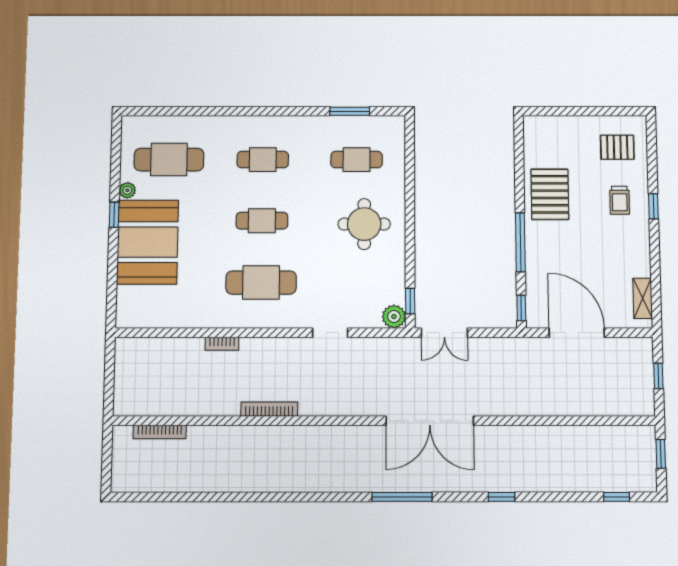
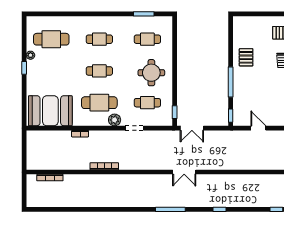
pallet: (550, 194) -> (246, 57), width x0.67, depth x0.71
booth: (148, 242) -> (50, 111), moved, turned 90
cafe table: (356, 283) -> (147, 103), added
plant: (394, 317) -> (115, 120), moved
door: (577, 333) -> (258, 128), width x0.53
double door: (430, 421) -> (184, 172), width x0.54

